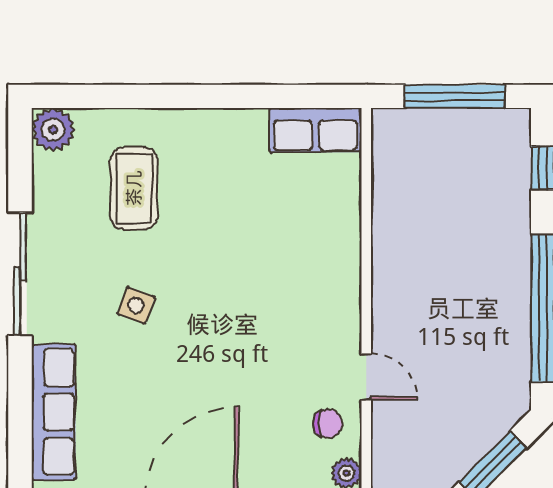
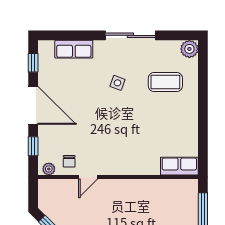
row of seats: (315, 130) -> (179, 166), moved, turned 90
row of seats: (54, 412) -> (74, 49), width x0.68

